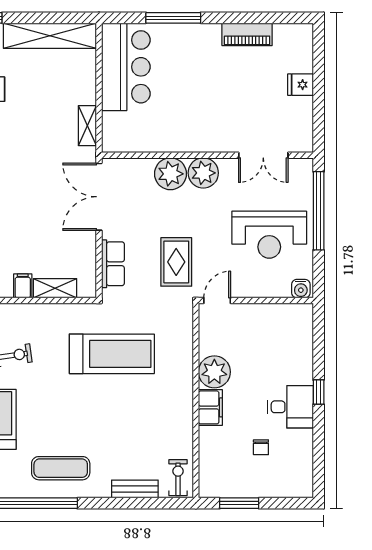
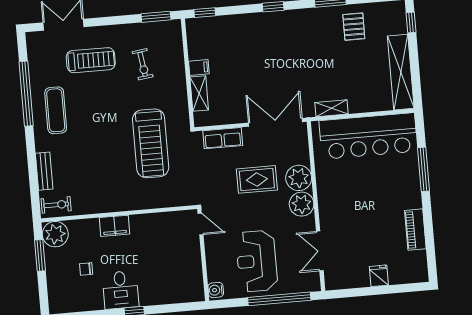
bar counter: (126, 67) -> (368, 136), width x1.36
rug: (176, 262) -> (257, 179), moved
plant: (214, 372) -> (55, 234), moved

